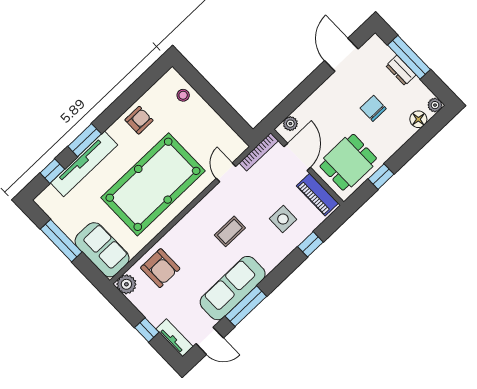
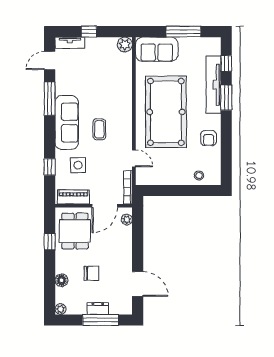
floor lamp: (418, 119) -> (62, 280), moved
door: (297, 157) -> (105, 206), hinge flipped
armchair: (160, 268) -> (116, 72), removed
sofa: (233, 288) -> (67, 123), moved

